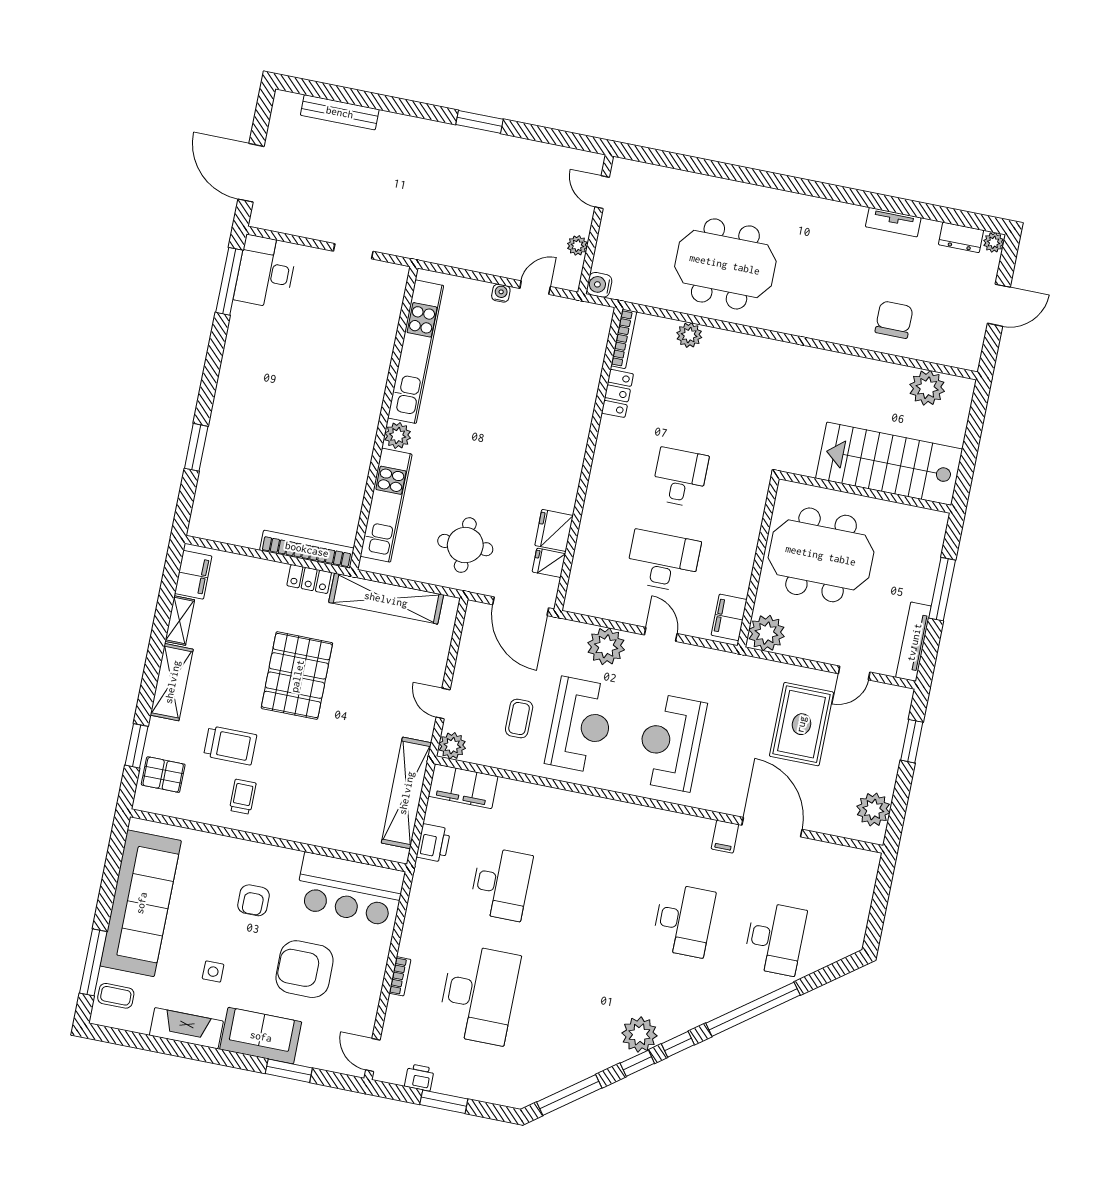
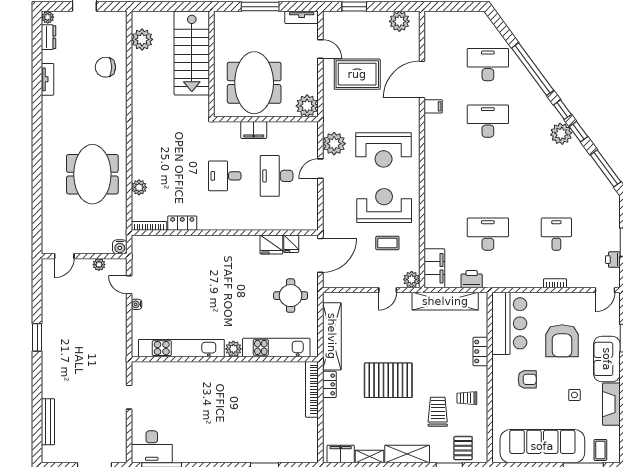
filing cabinet: (729, 617) -> (254, 130), moved
tv unit: (914, 642) -> (302, 17), width x0.71
plant: (606, 646) -> (334, 144), moved
locker: (314, 834) -> (480, 352), added
desk: (479, 994) -> (556, 234), width x0.53, depth x0.77

